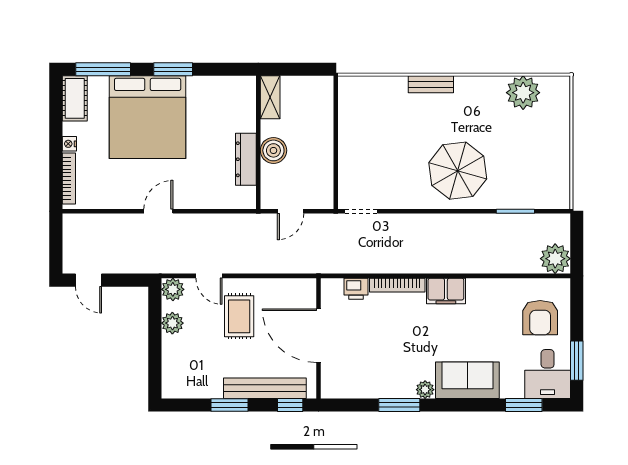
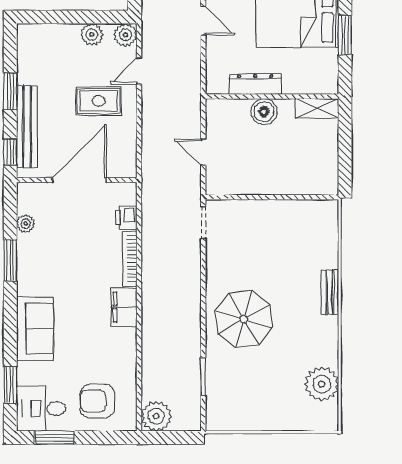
shelving: (270, 97) -> (317, 108), moved
wall: (258, 142) -> (272, 96), moved
boiler: (273, 150) -> (264, 112), moved
dresser: (246, 159) -> (255, 84), moved
plant: (425, 390) -> (26, 224), moved

